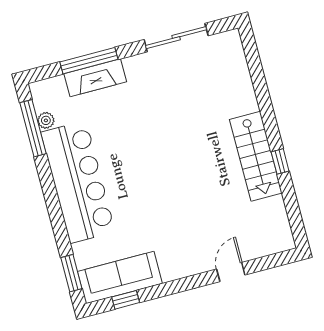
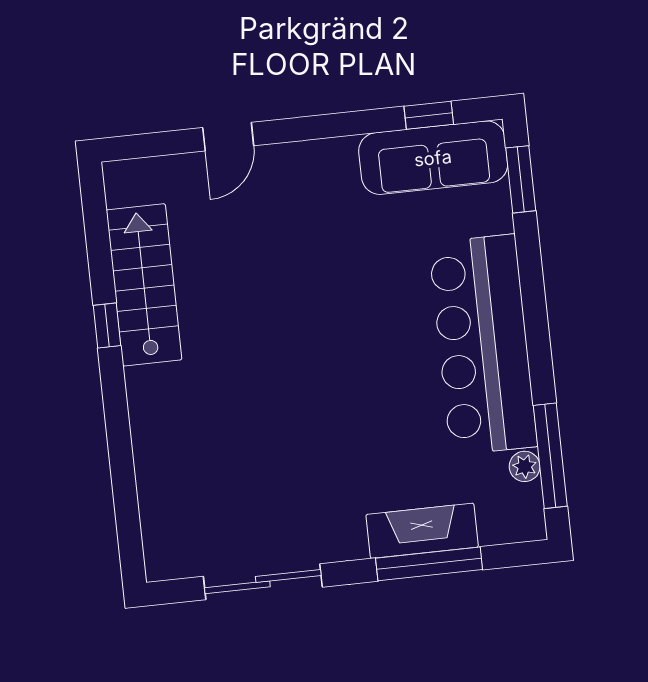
stairs: (256, 156) -> (144, 285), moved

